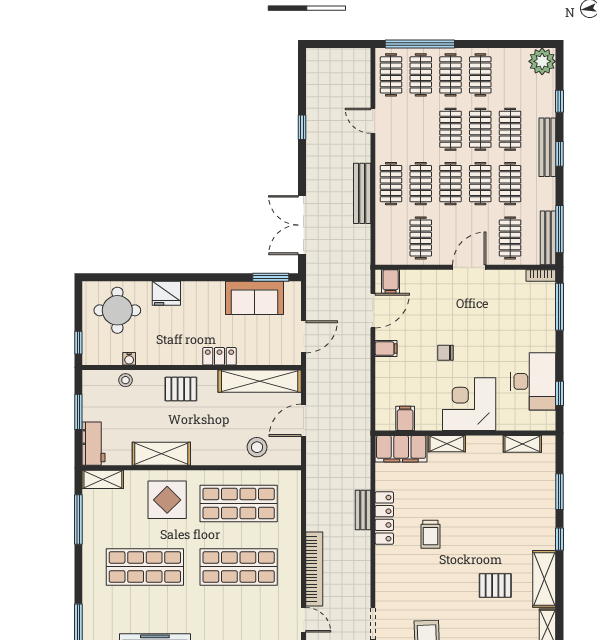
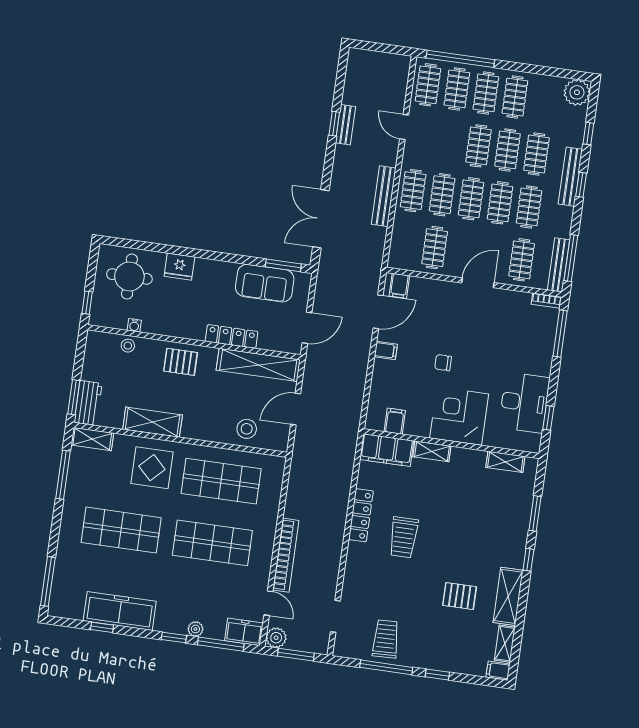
locker: (219, 356) -> (232, 336), width x1.53
window: (78, 412) -> (74, 397), moved
bench: (363, 510) -> (345, 125), moved
trolley: (430, 534) -> (404, 537), width x1.36, depth x1.39

